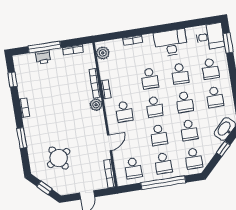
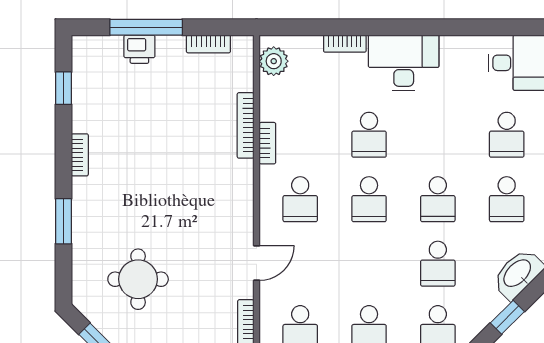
desk: (171, 43) -> (404, 63), moved
school desk: (180, 74) -> (438, 135), removed
plant: (96, 105) -> (240, 174), removed
school desk: (159, 135) -> (369, 264), removed
round table: (59, 158) -> (138, 279), turned 30

